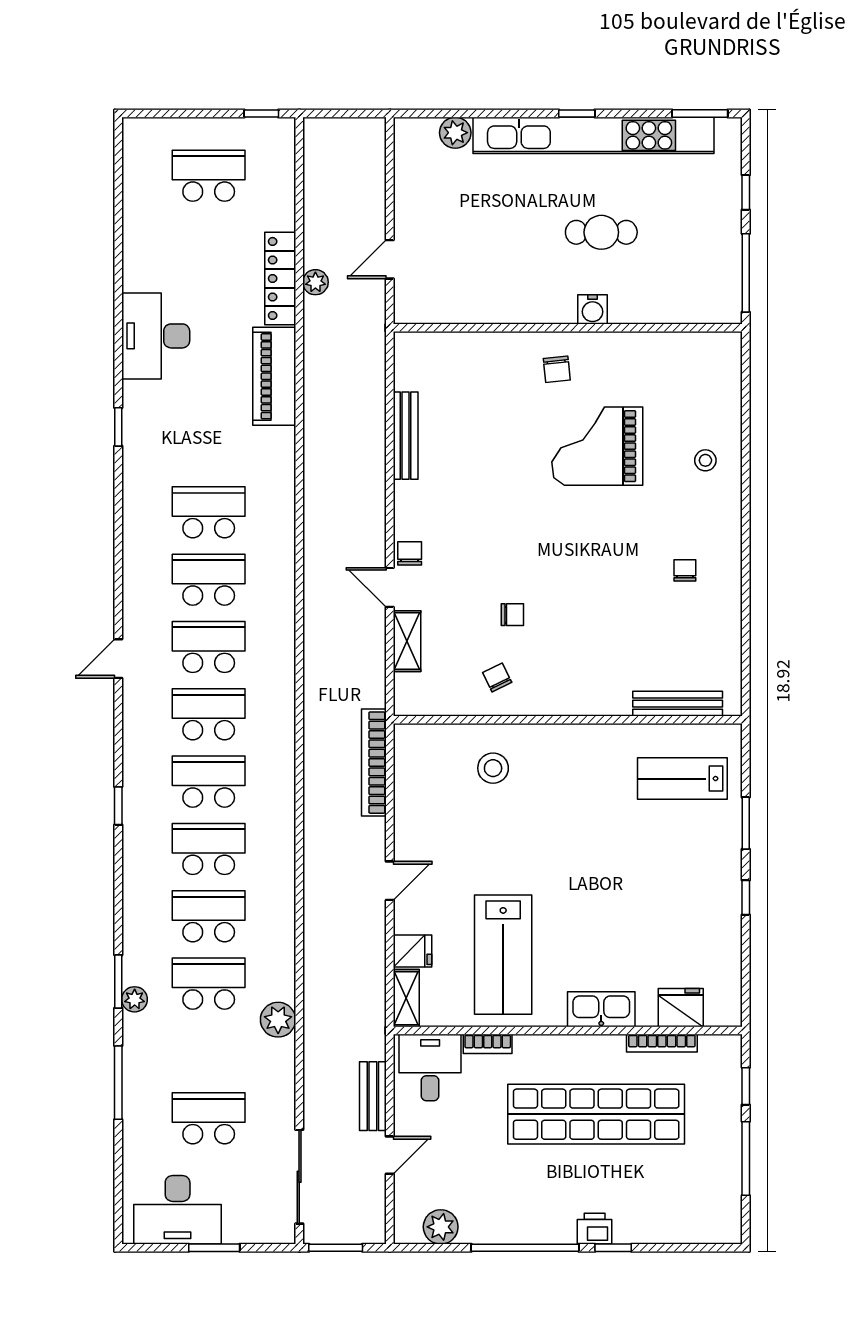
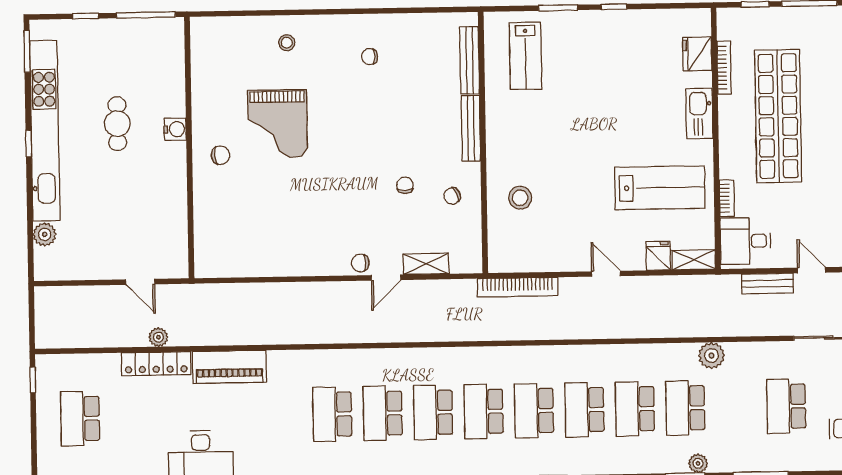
bench: (406, 436) -> (471, 128), moved, turned 90

